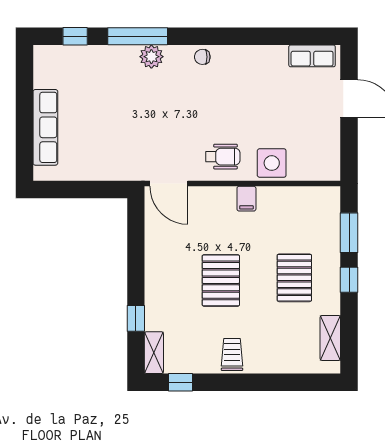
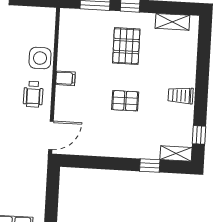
wheelchair: (223, 157) -> (33, 94), turned 180
pallet: (294, 278) -> (126, 46), turned 90
pallet: (221, 280) -> (125, 101), width x0.67, depth x0.71

